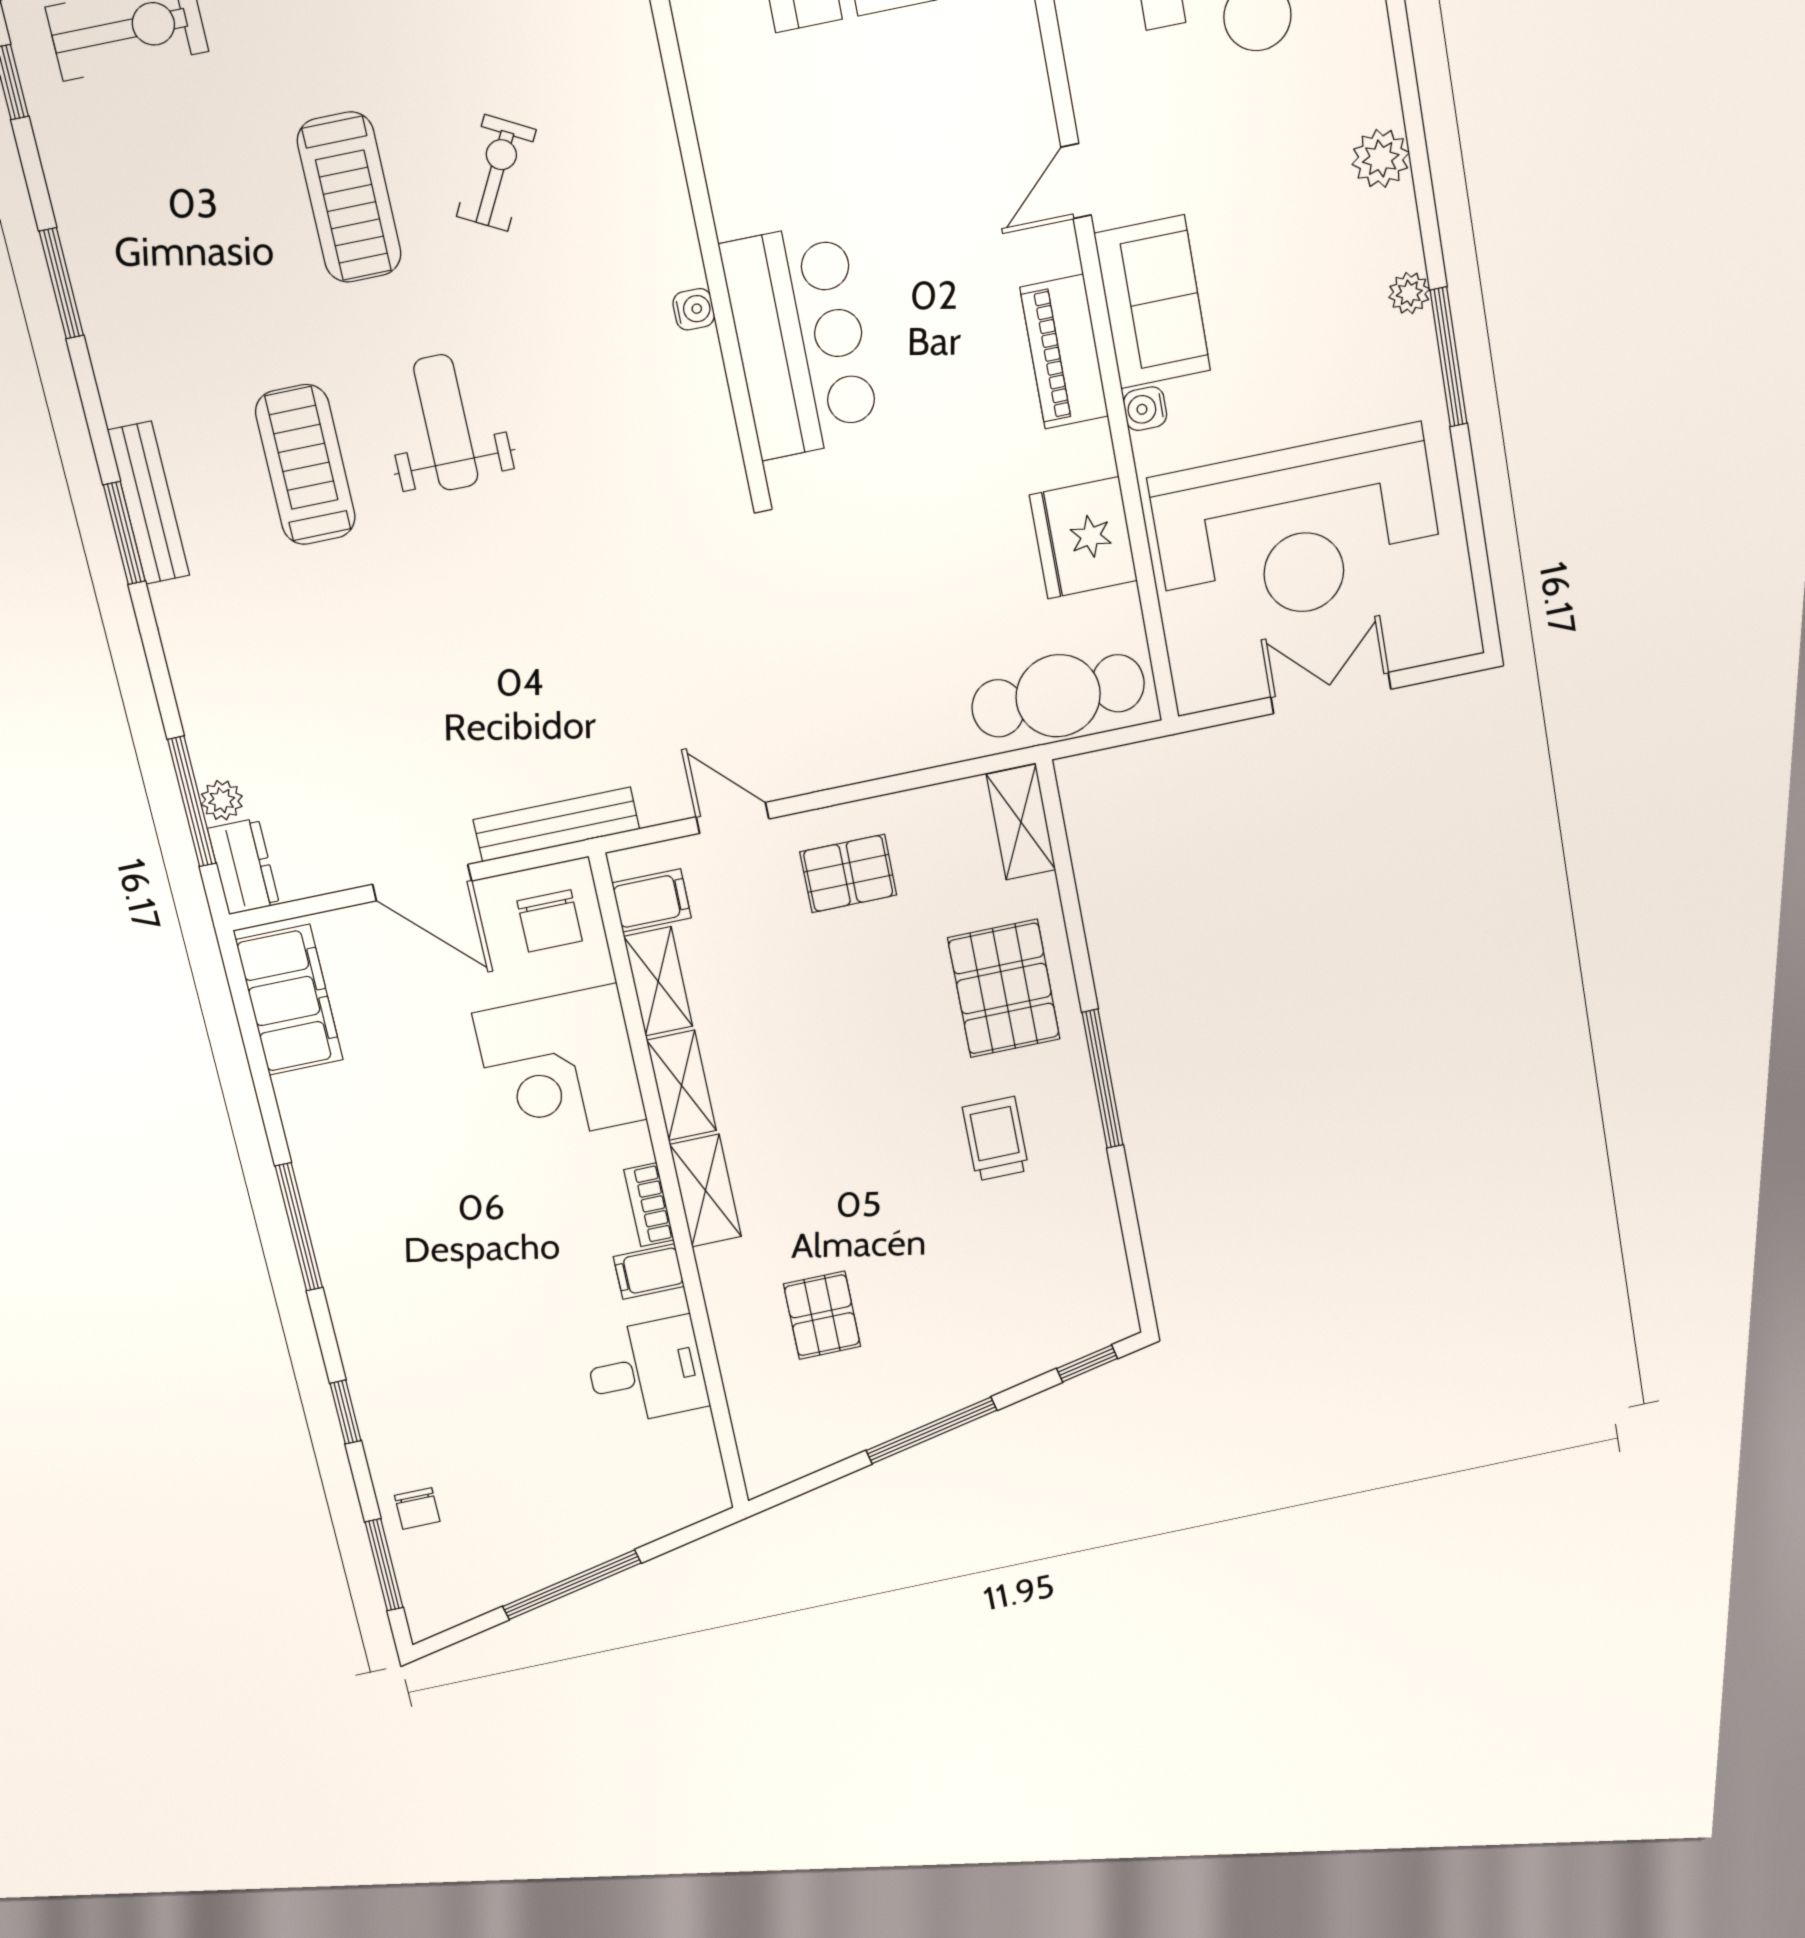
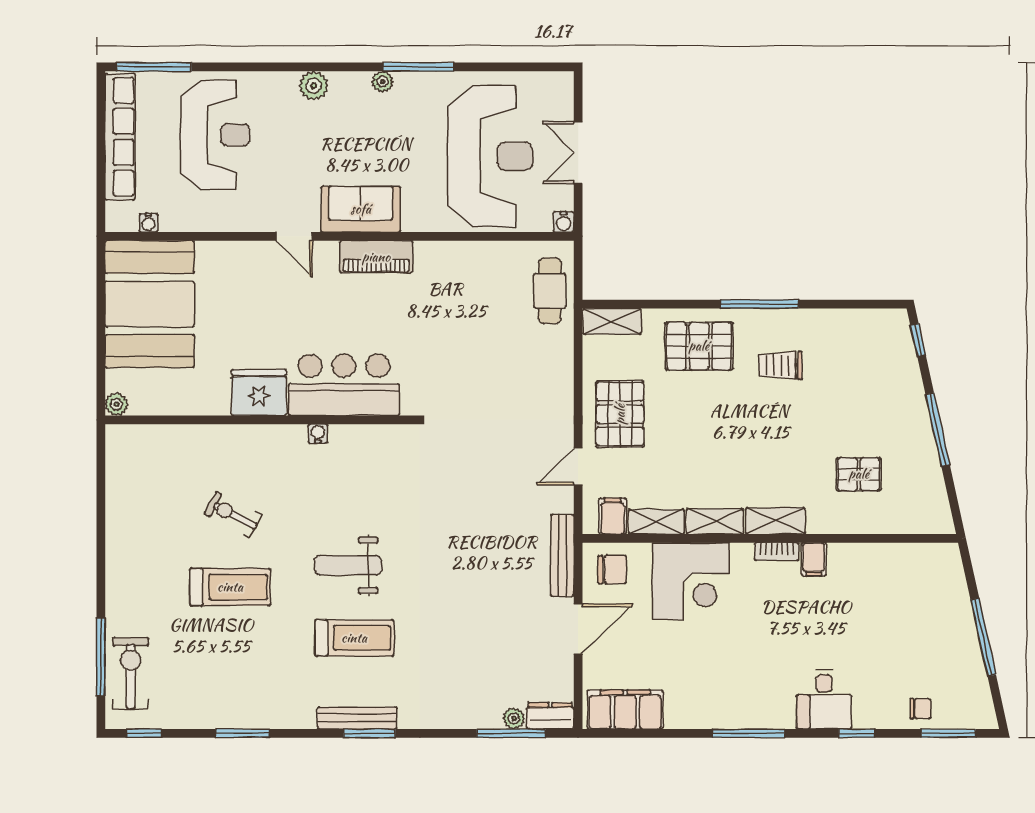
water cooler: (1145, 409) -> (564, 222), moved
treadmill: (305, 465) -> (354, 638), turned 180
fridge: (1083, 538) -> (259, 392), moved, turned 180
cafe table: (1058, 696) -> (550, 291), width x0.73, depth x0.74
pallet: (848, 873) -> (620, 414), width x1.50, depth x1.42
desk: (646, 1371) -> (824, 699), moved, turned 180

